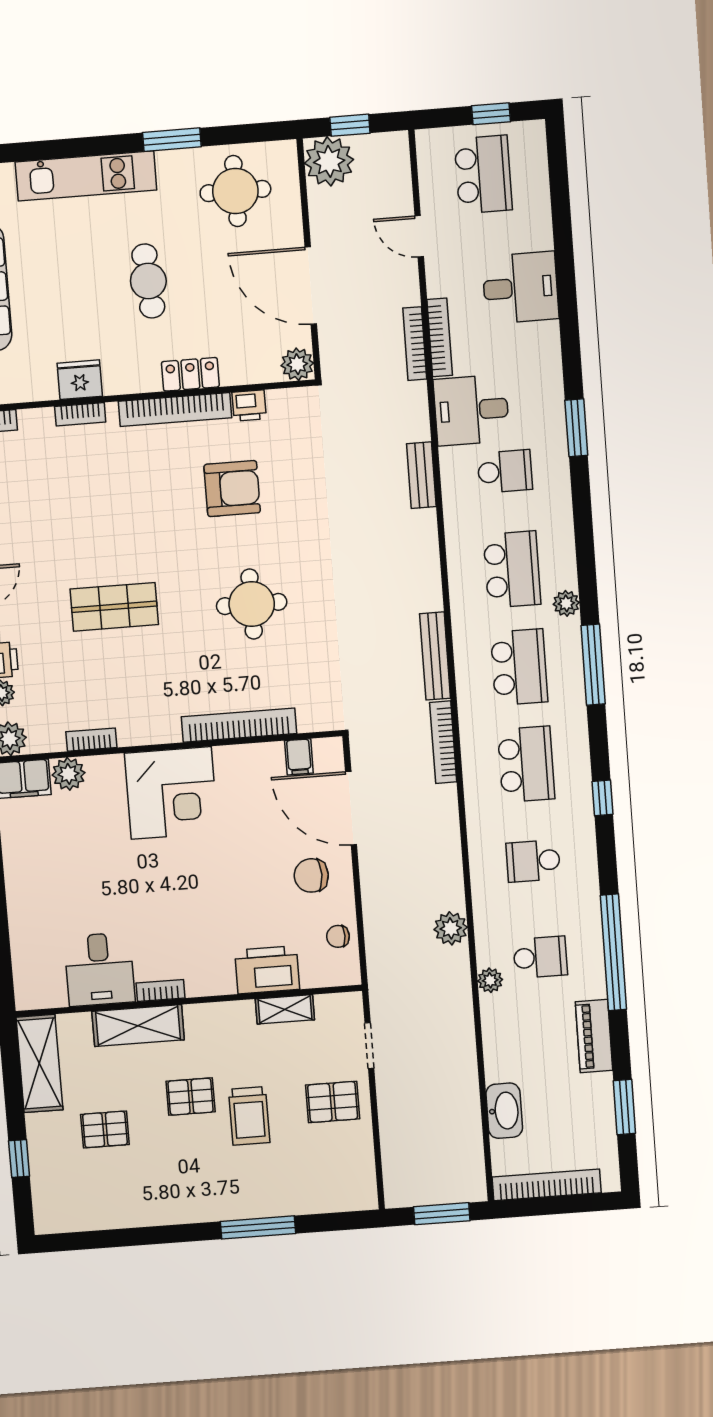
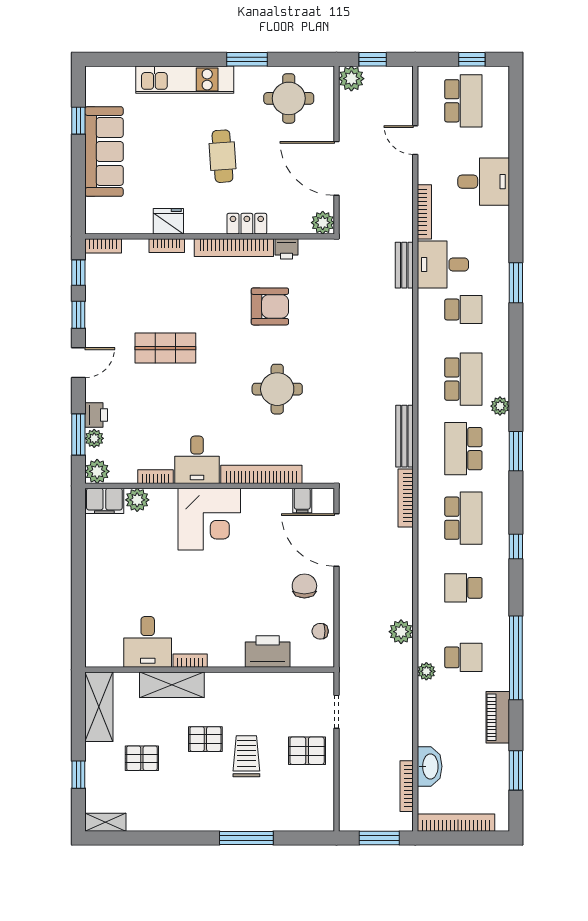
plant: (329, 161) -> (351, 79), width x0.73, depth x0.73
bookcase: (415, 344) -> (407, 786), moved
bench: (421, 475) -> (404, 265), moved
shop shelf: (114, 607) -> (165, 348), moved
window: (593, 665) -> (516, 451), width x0.69
school desk: (519, 667) -> (463, 449), turned 180
desk: (147, 712) -> (197, 460), added
chair: (311, 875) -> (304, 586), turned 90
shelving: (285, 1009) -> (105, 822), moved
trolley: (249, 1116) -> (246, 756), turned 180

